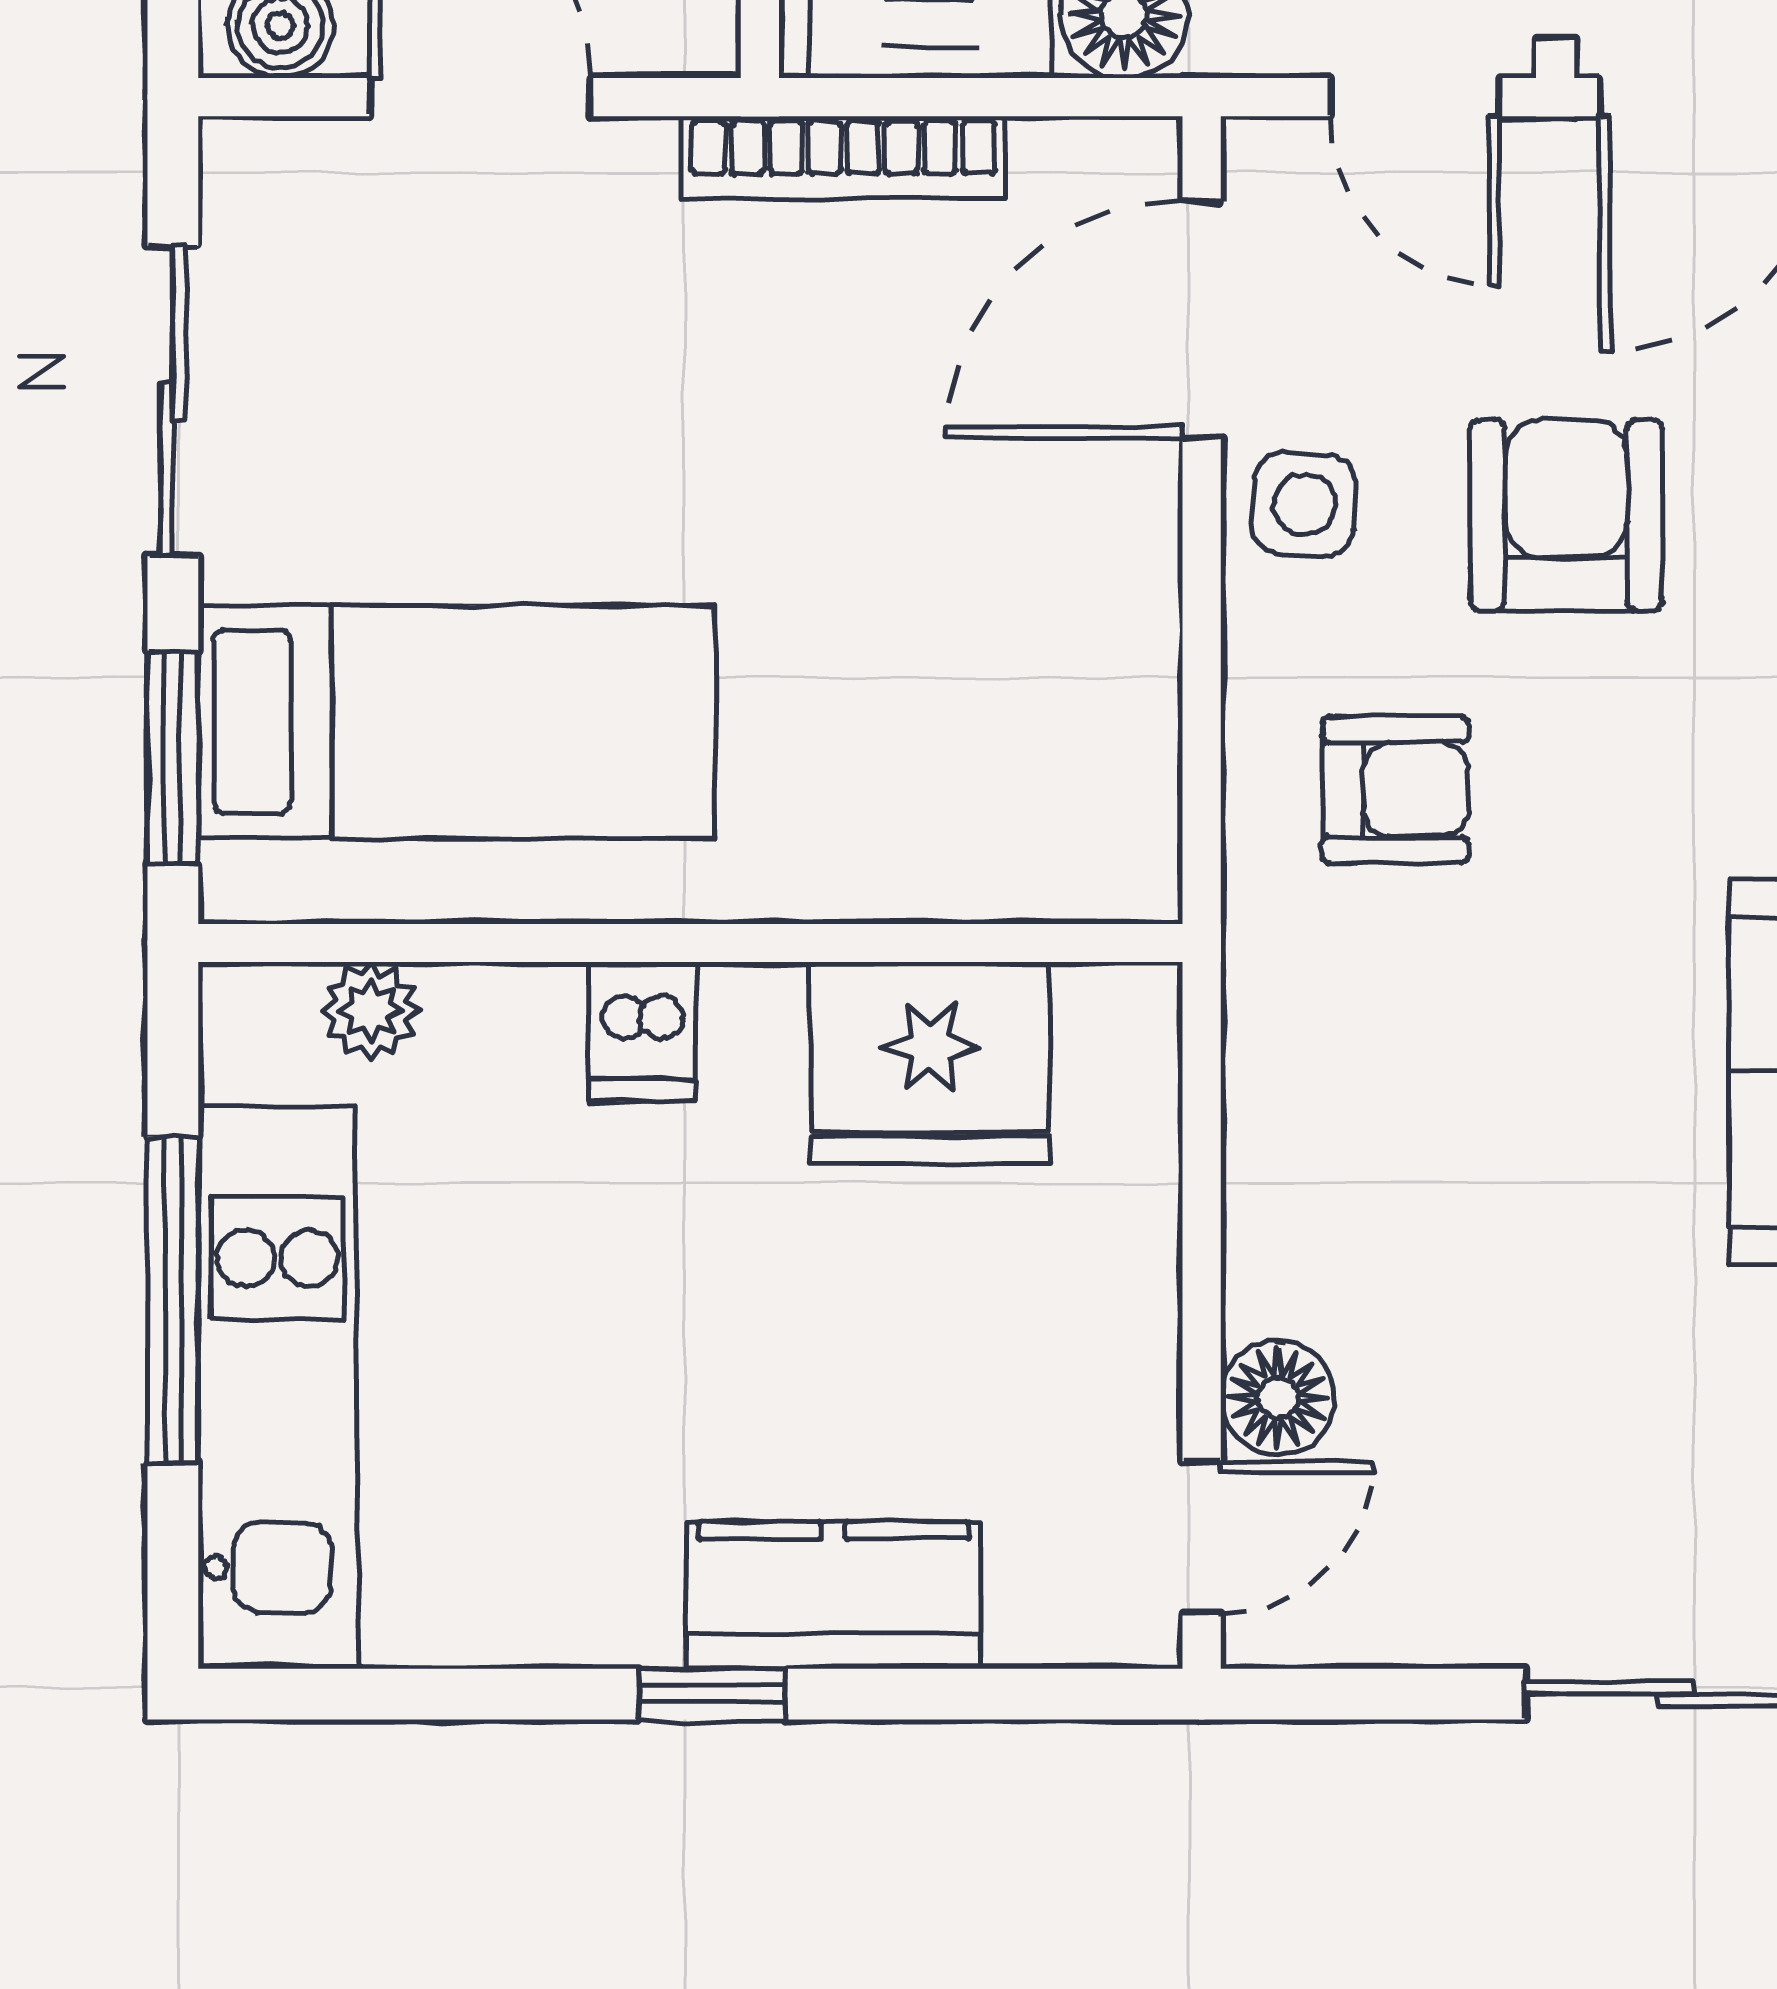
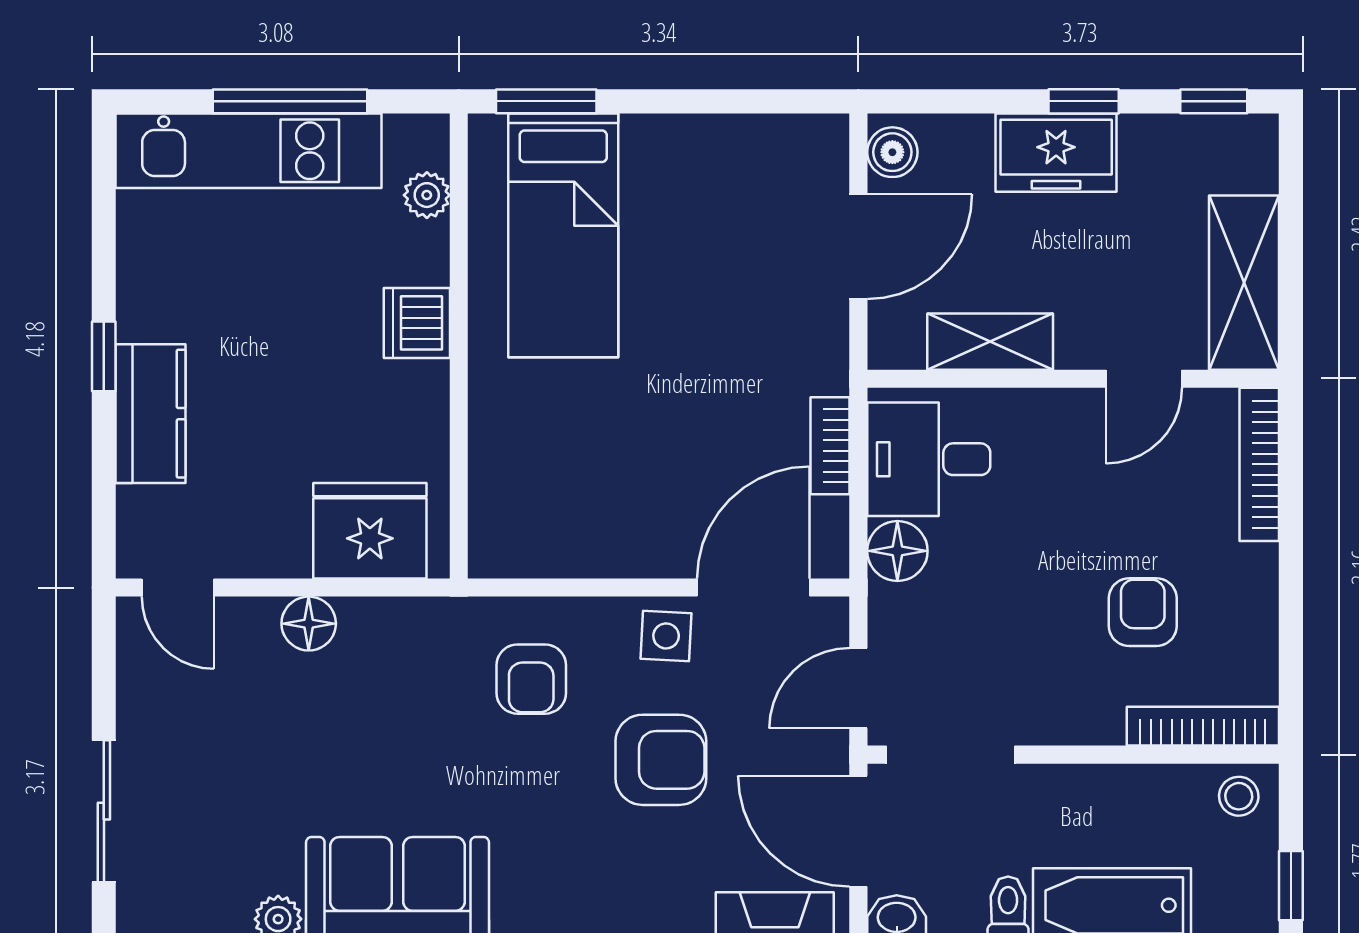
bookcase: (844, 157) -> (830, 446), width x0.64
door: (1202, 319) -> (753, 588), hinge flipped
sliding door: (173, 401) -> (715, 101), removed
dishwasher: (642, 1032) -> (417, 323), width x1.38
fridge: (930, 1063) -> (370, 531), moved, turned 90
floor lamp: (1278, 1398) -> (309, 624), moved

